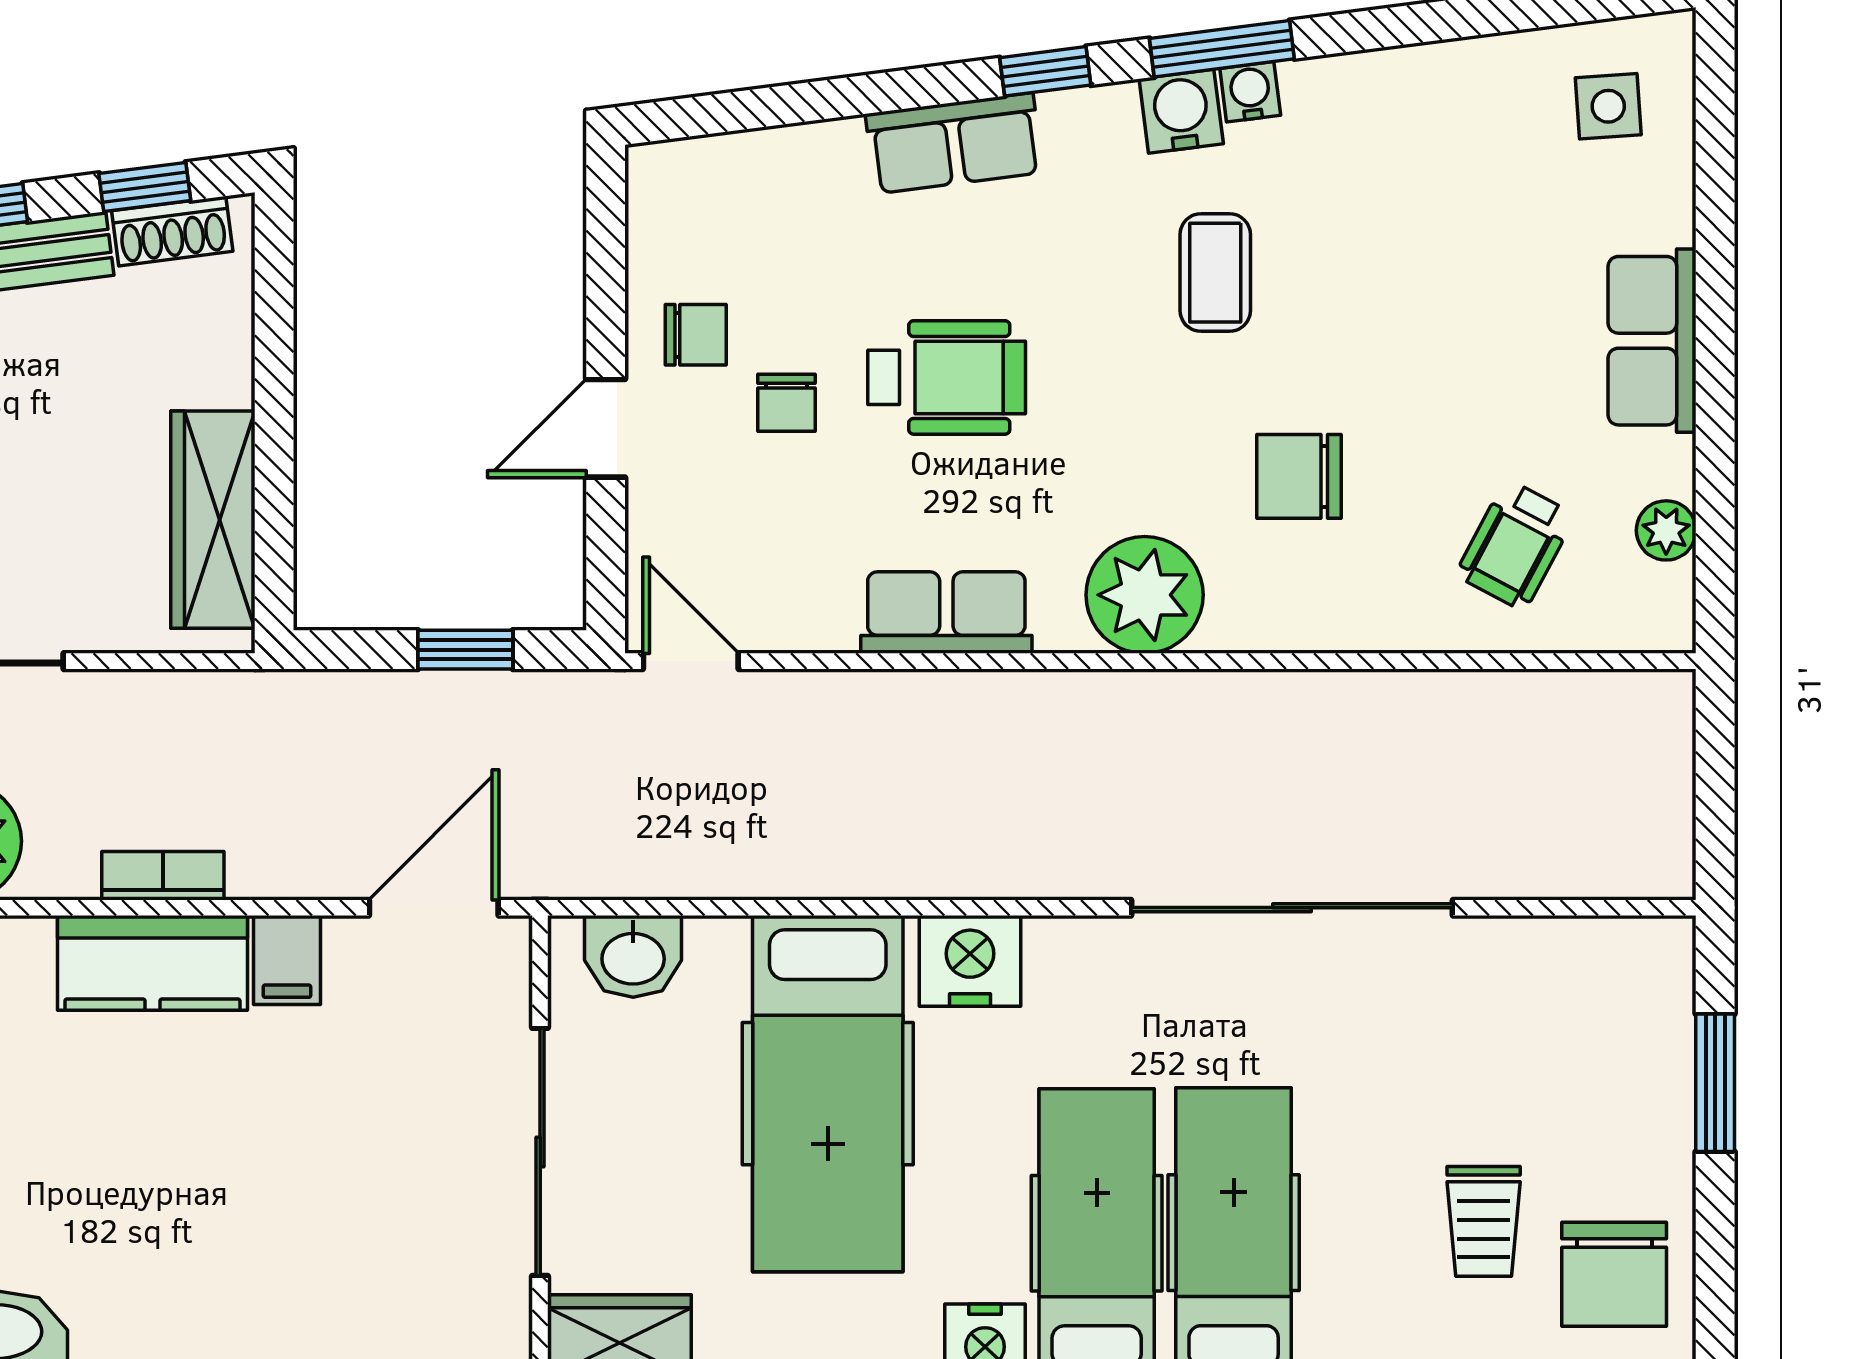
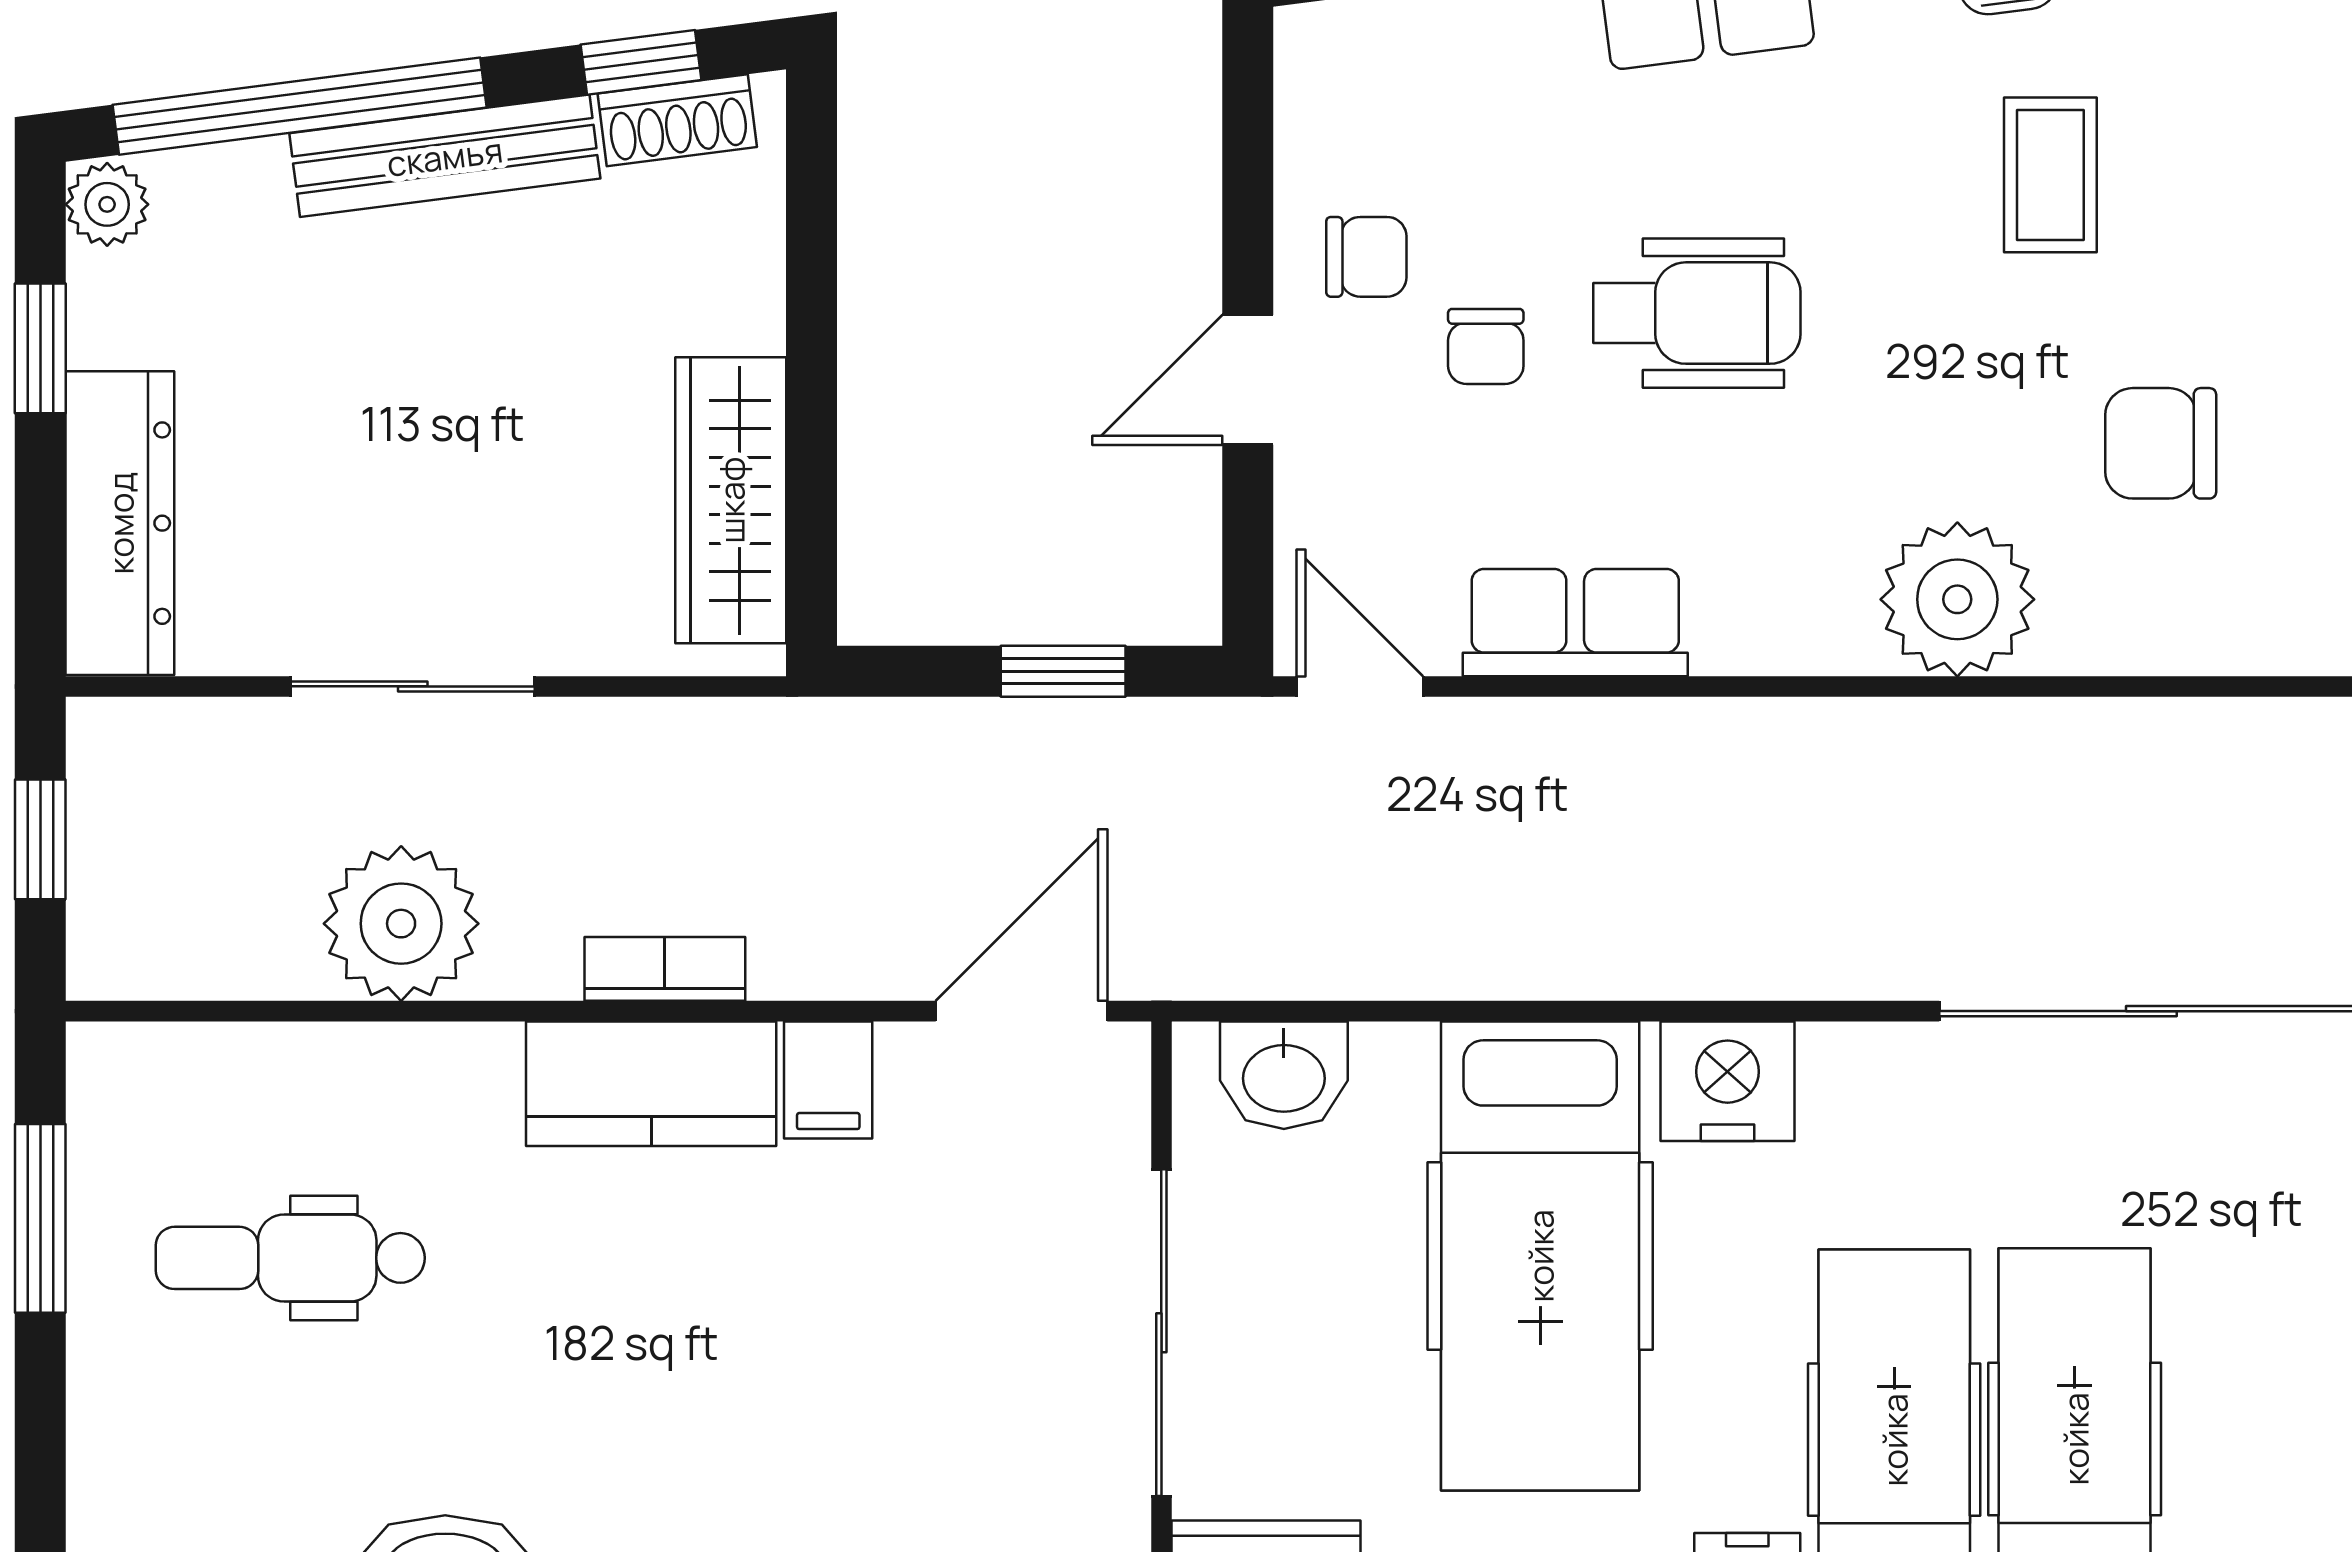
row of seats: (946, 613) -> (1575, 623), moved

